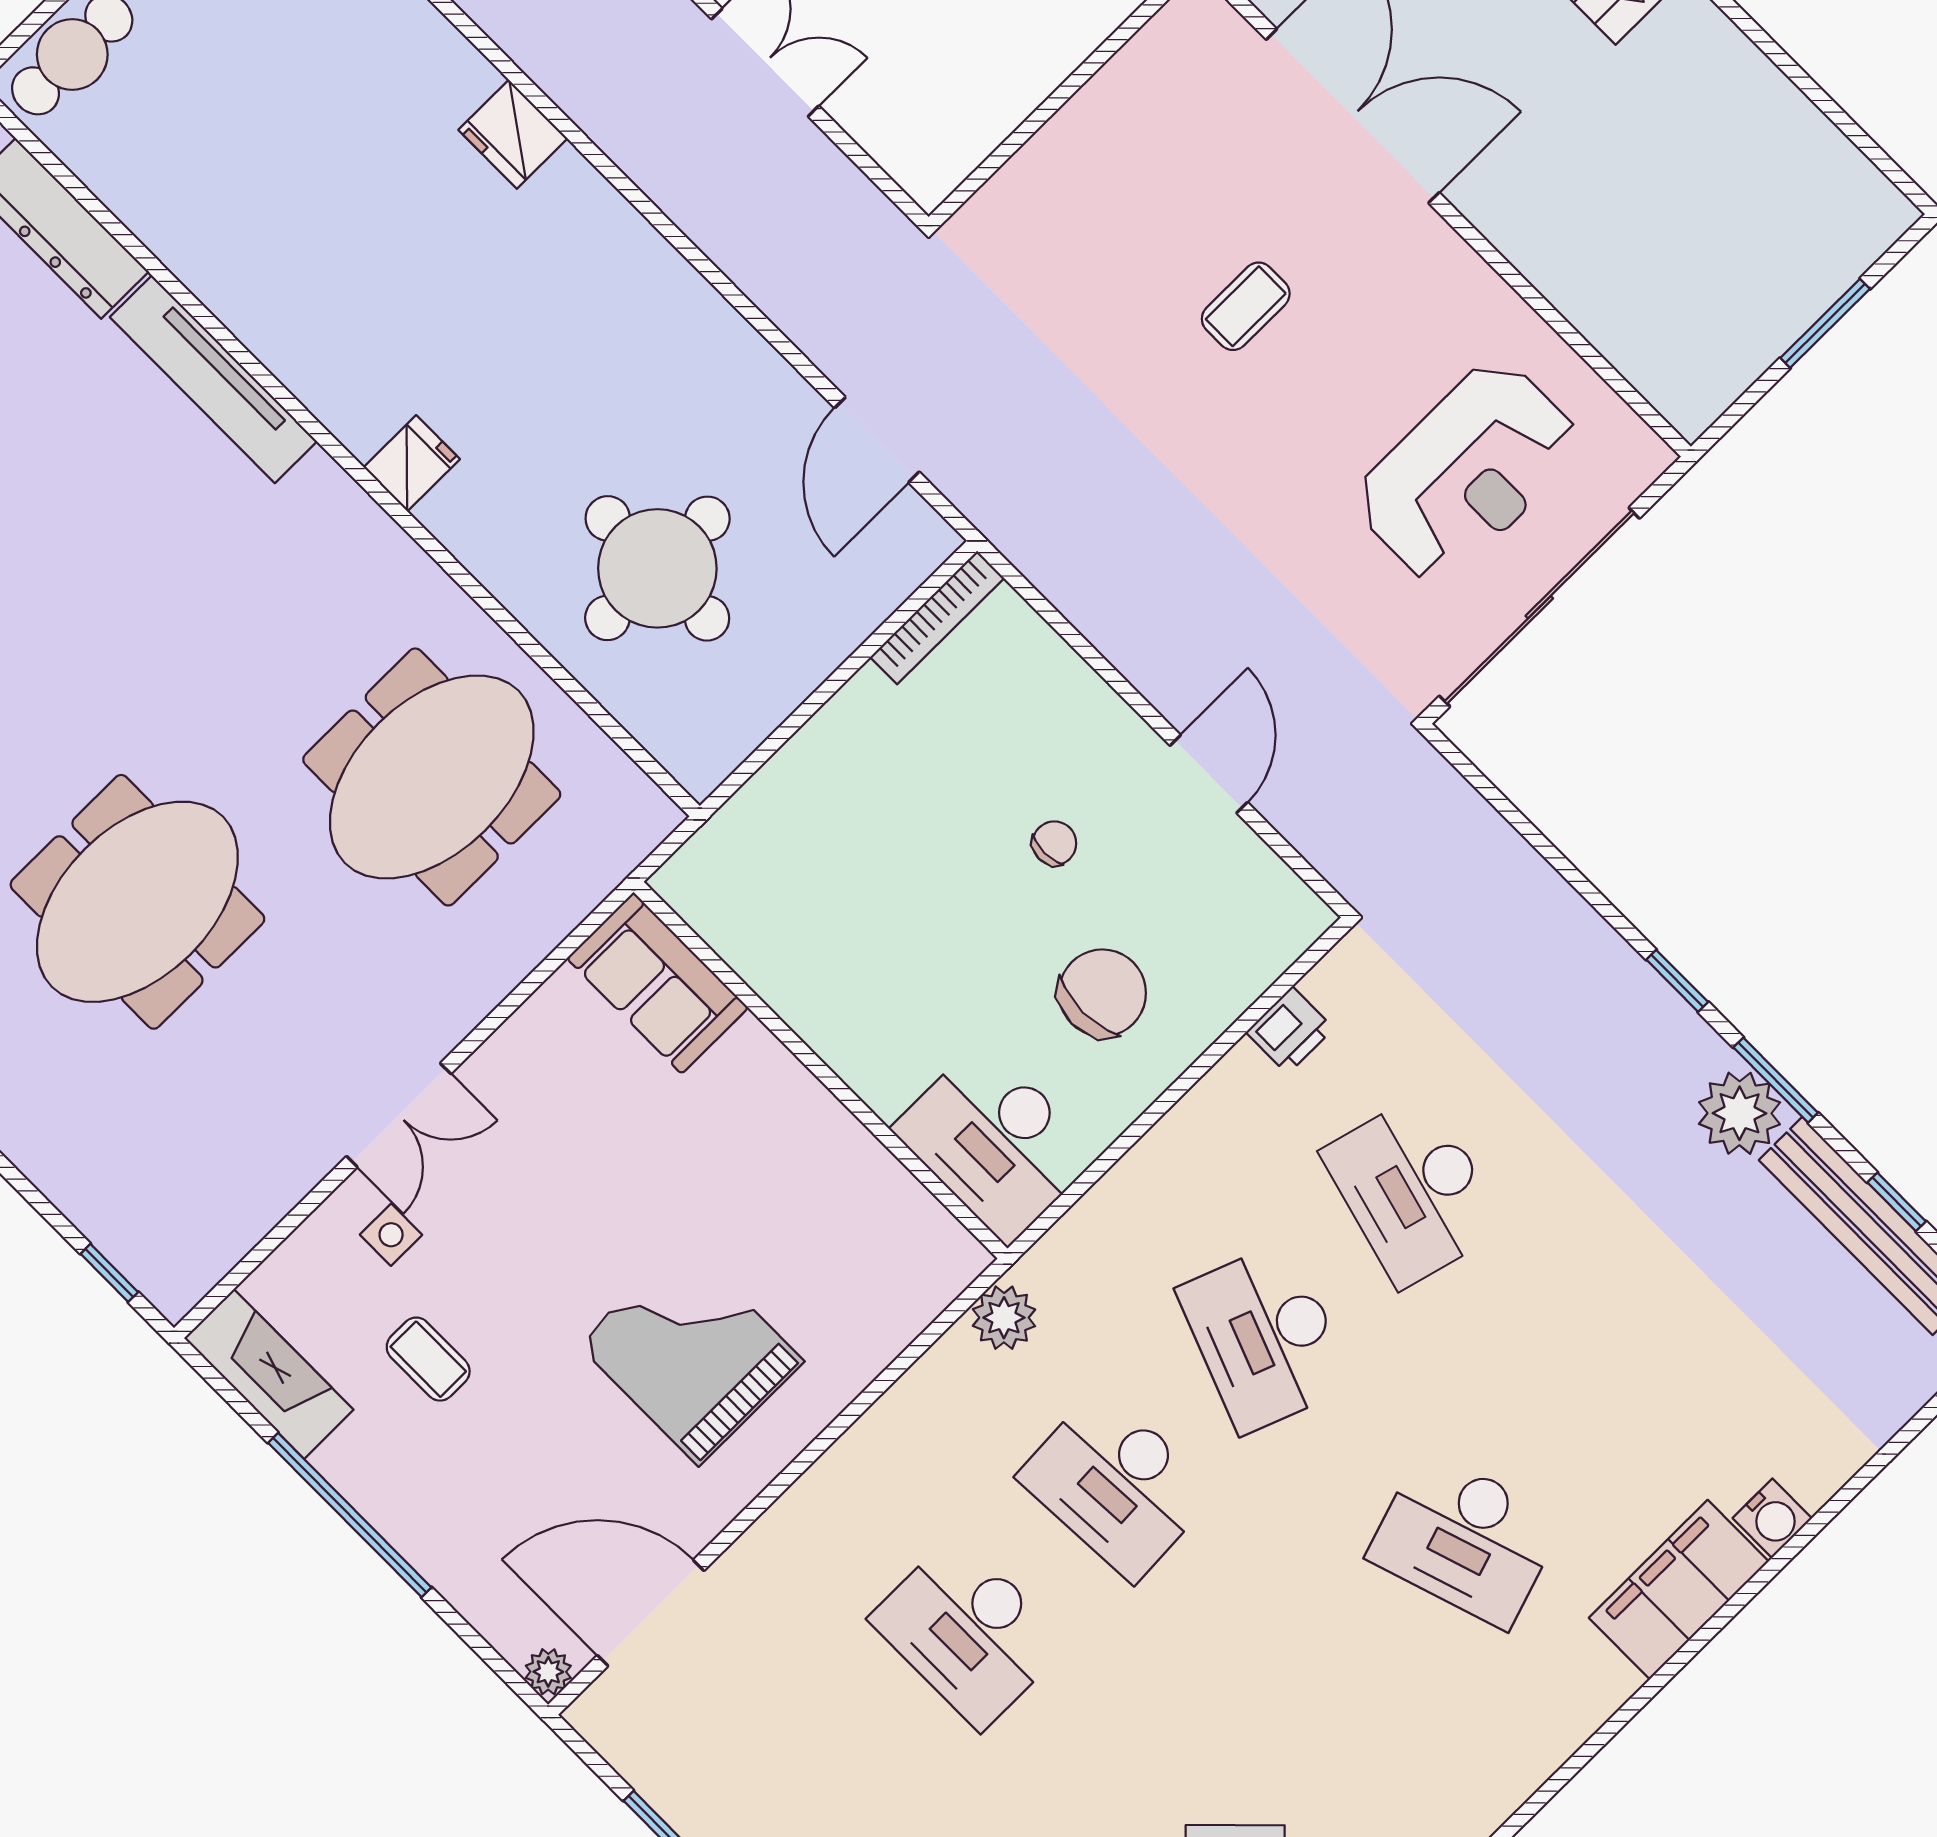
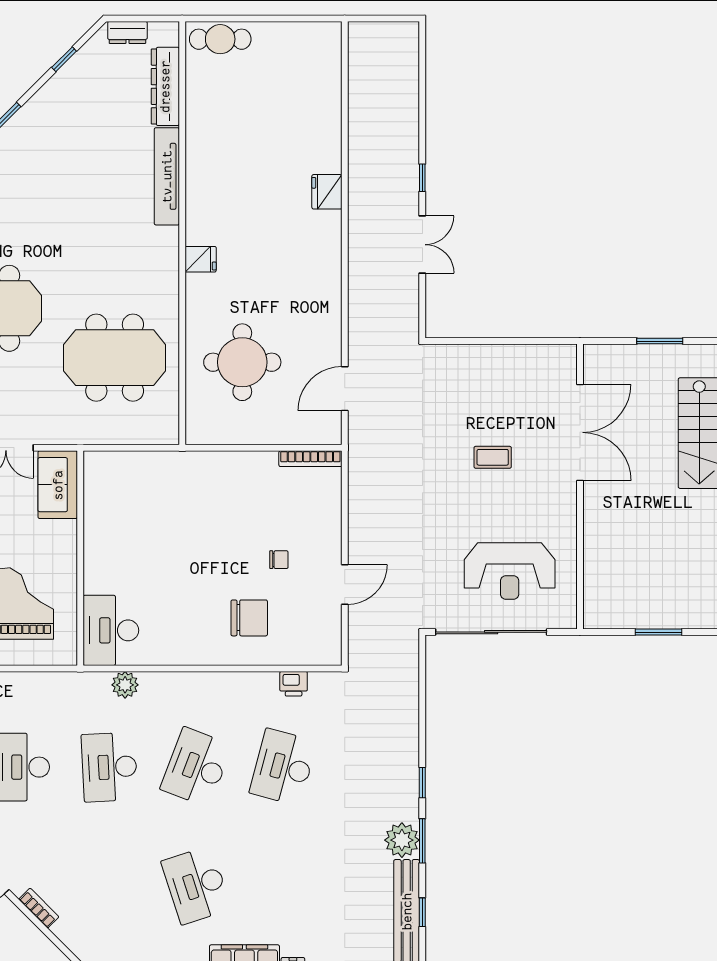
sofa: (658, 983) -> (58, 485), moved
wall: (821, 1070) -> (80, 558), moved
desk: (995, 1142) -> (111, 630), moved

